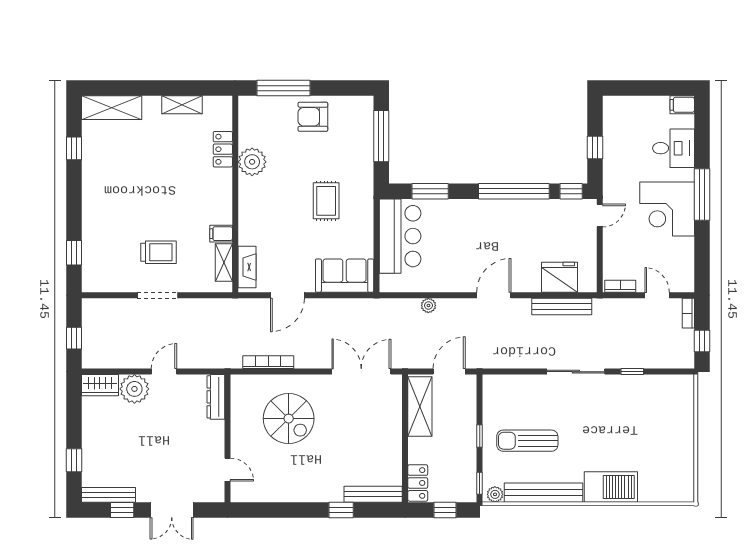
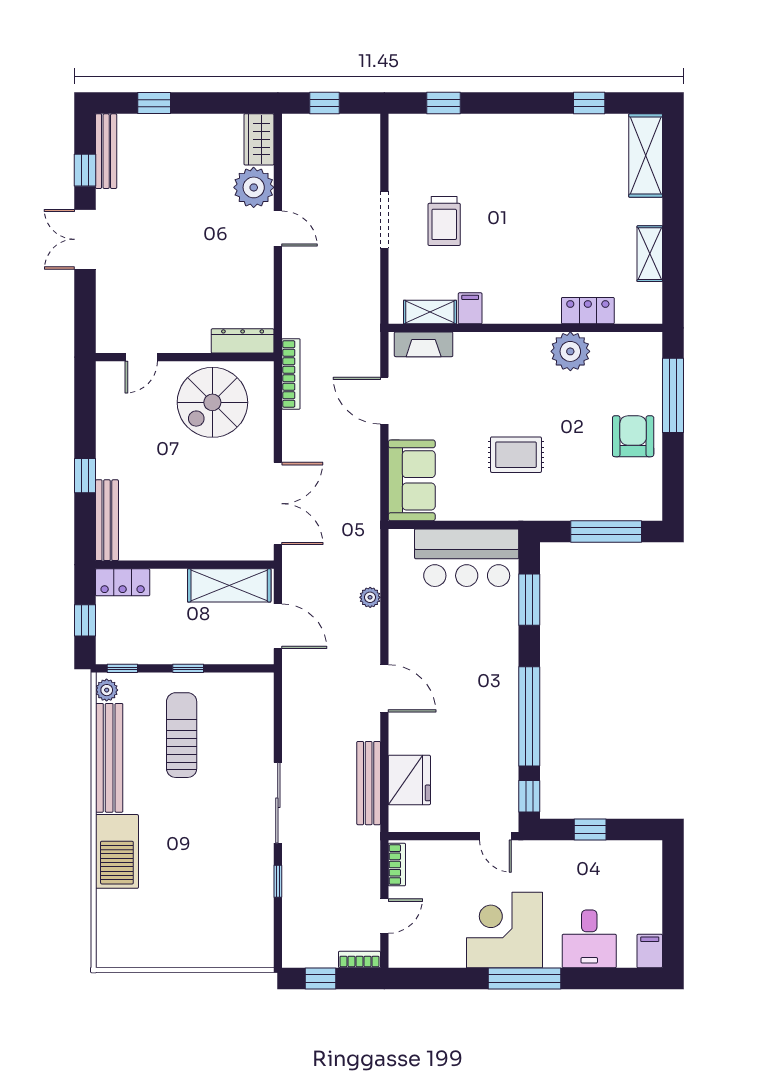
dresser: (216, 397) -> (243, 341), moved
wall: (228, 438) -> (185, 357), moved
door: (228, 470) -> (141, 357), moved

